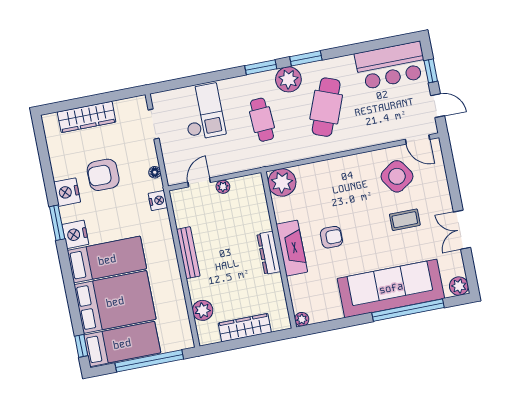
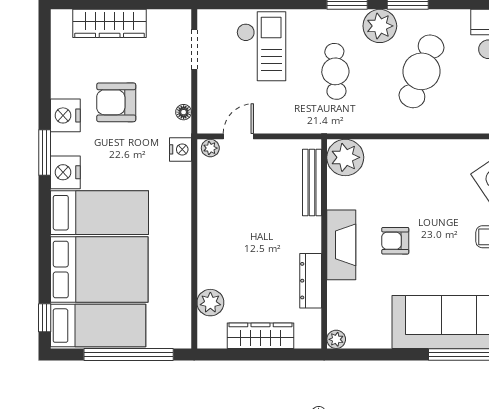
plant: (223, 187) -> (210, 148), moved
armchair: (331, 237) -> (395, 241), turned 180
bench: (188, 253) -> (312, 182), moved
dresser: (269, 253) -> (311, 281), moved

